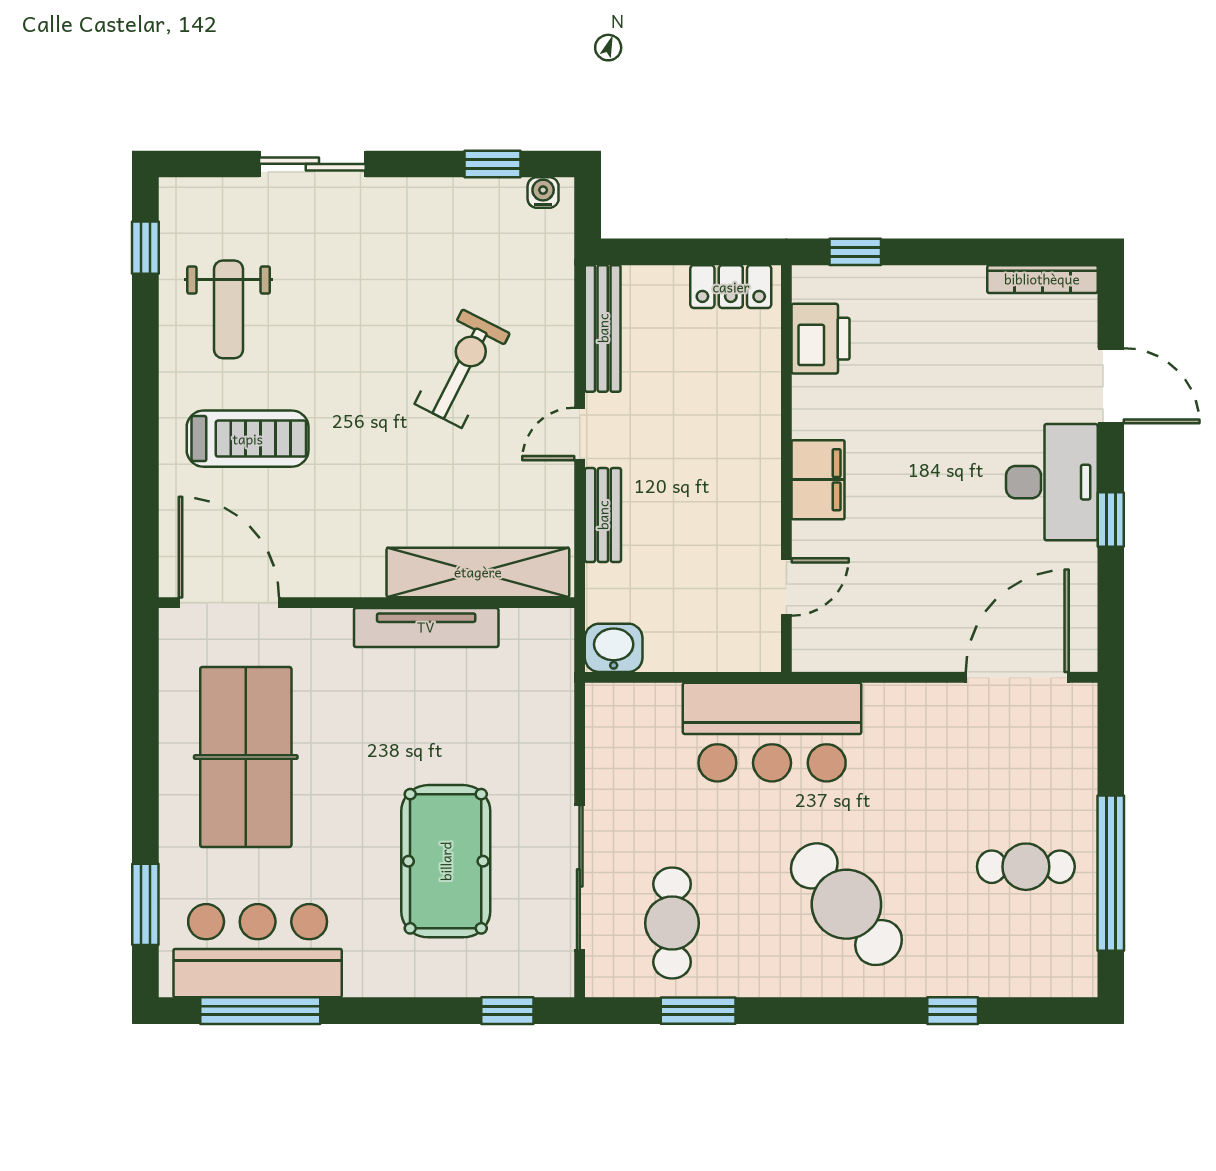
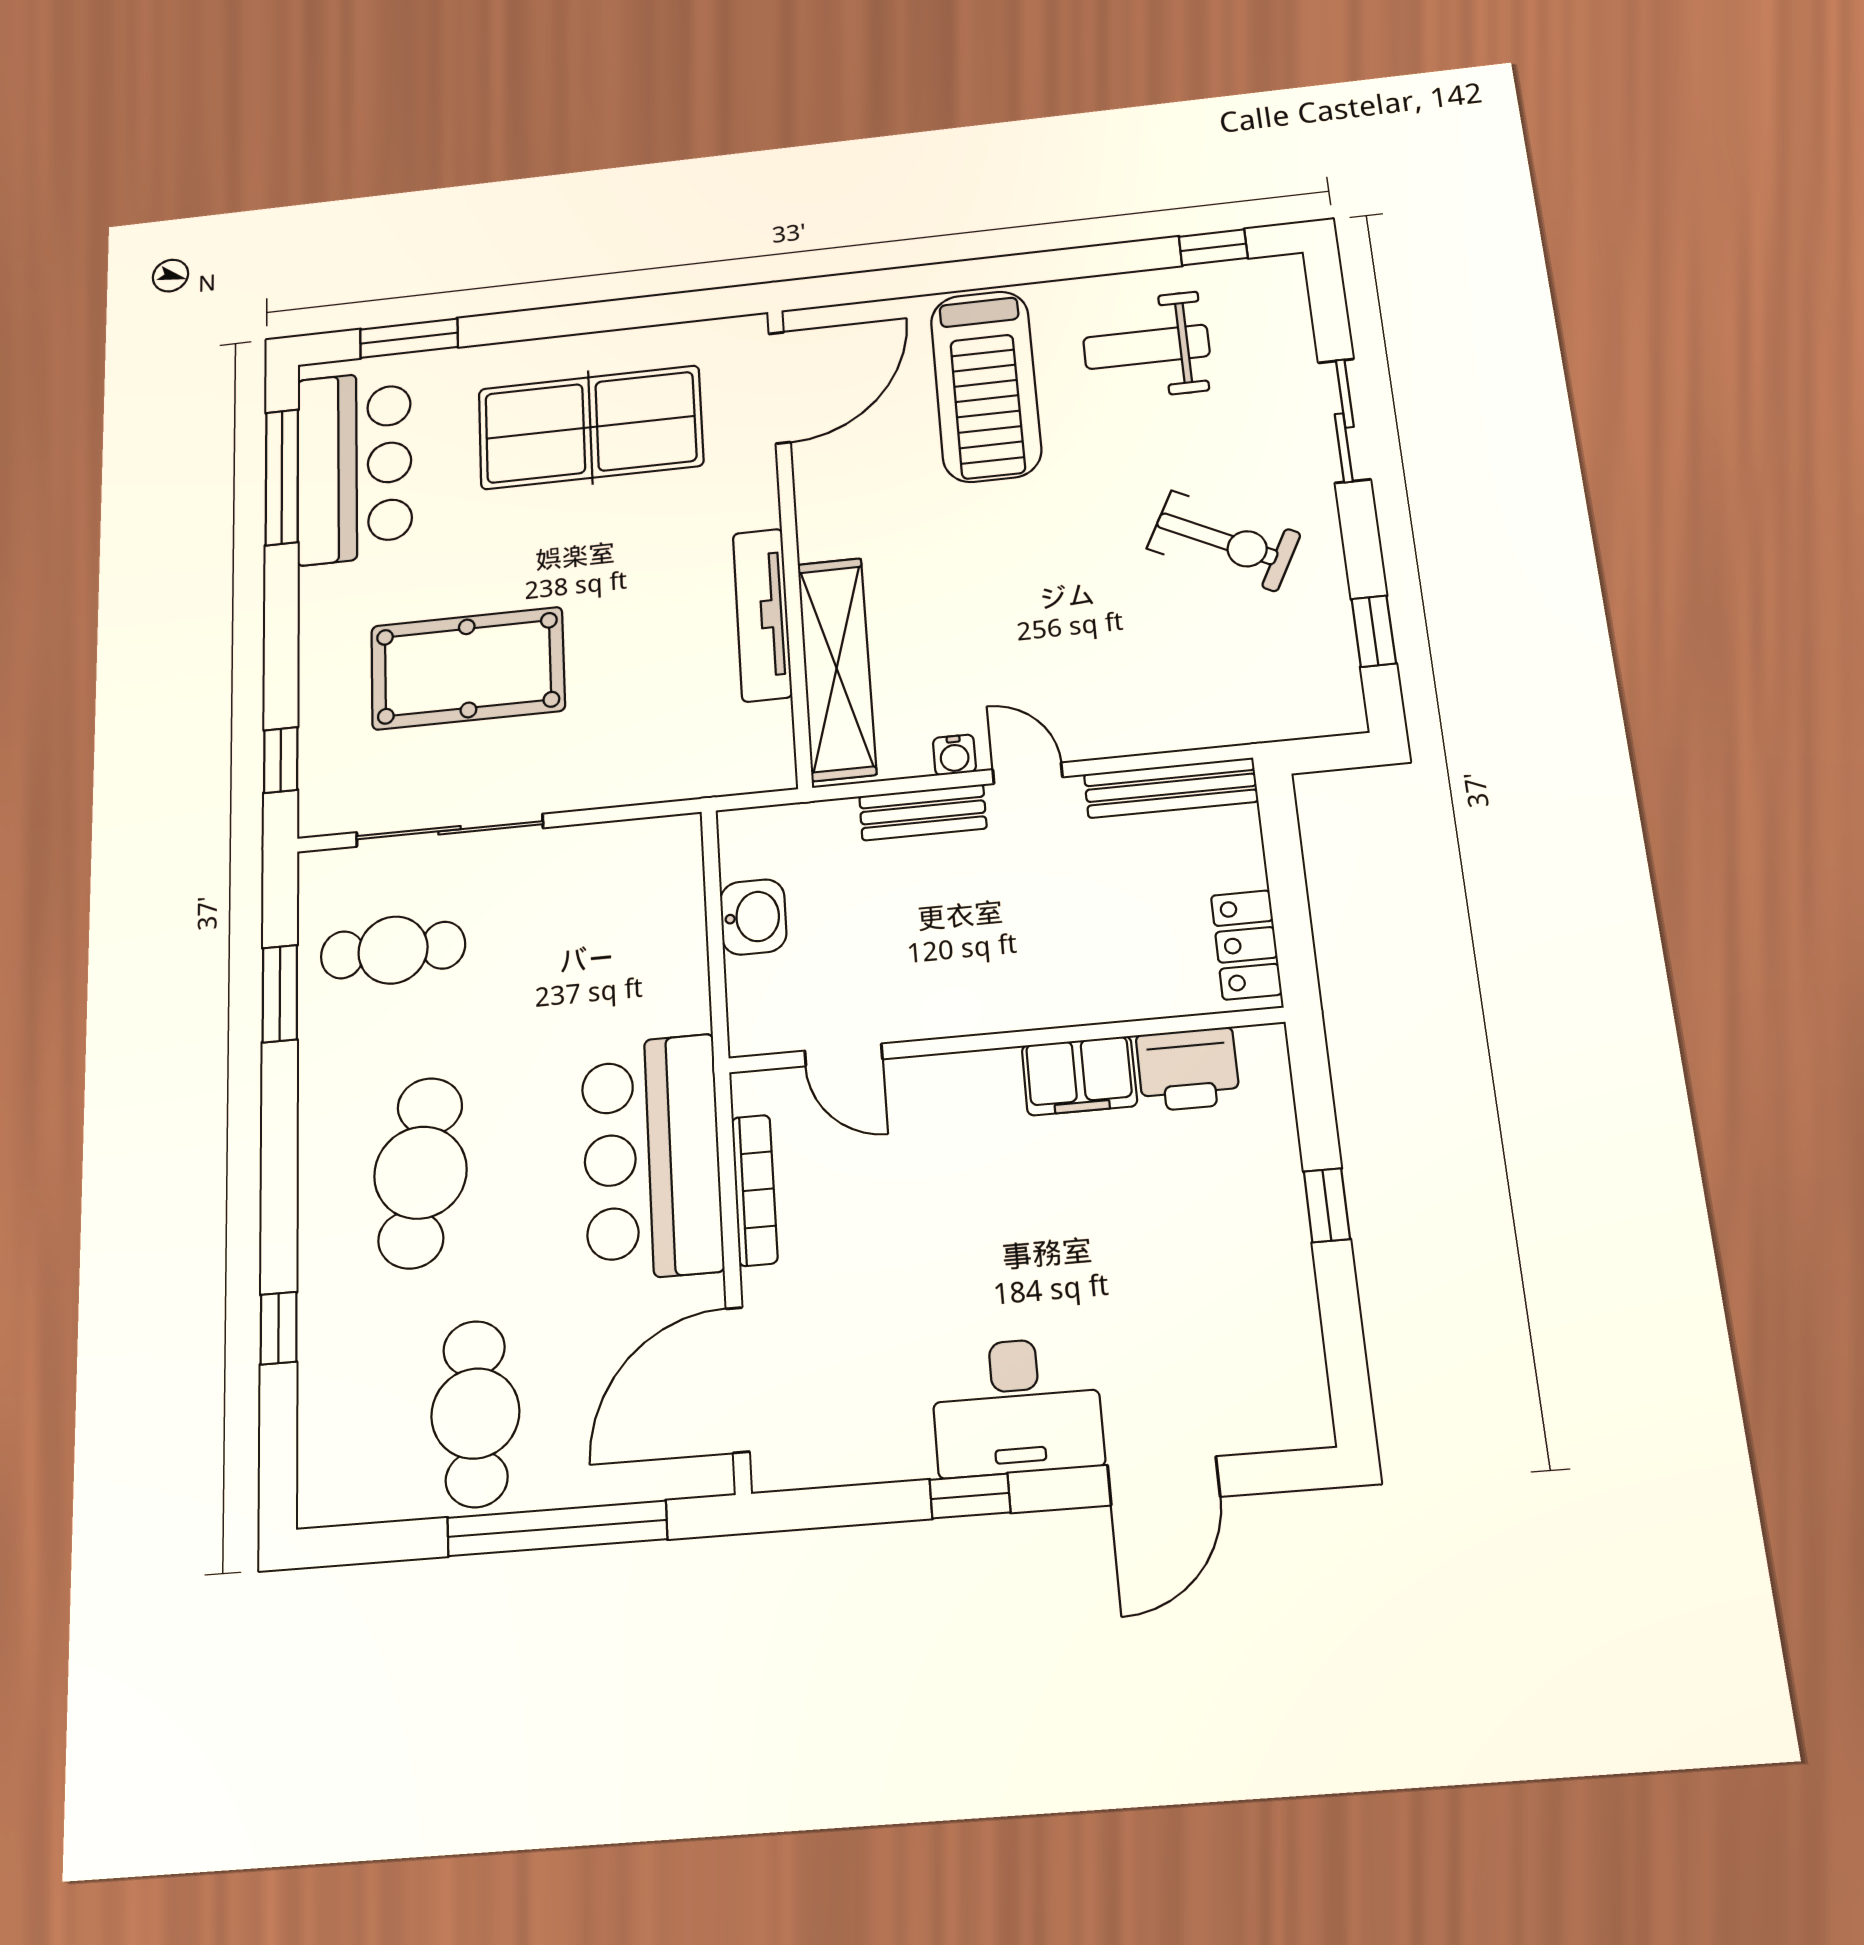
water cooler: (543, 193) -> (954, 755), moved, turned 90
window: (855, 252) -> (1327, 1205), moved
bookcase: (1042, 279) -> (755, 1190), moved, turned 180
exercise bike: (462, 369) -> (1224, 541), moved
treadmill: (248, 439) -> (986, 386), width x1.37, depth x1.38
filing cabinet: (818, 480) -> (1079, 1076), moved
washbasin: (614, 648) -> (753, 917), moved
door: (1017, 677) -> (738, 1380), swing flipped
bar counter: (772, 732) -> (652, 1157), moved
cafe table: (1026, 867) -> (475, 1413), width x1.37, depth x1.35
window: (1111, 873) -> (557, 1528), moved
cafe table: (846, 904) -> (420, 1173), turned -41

